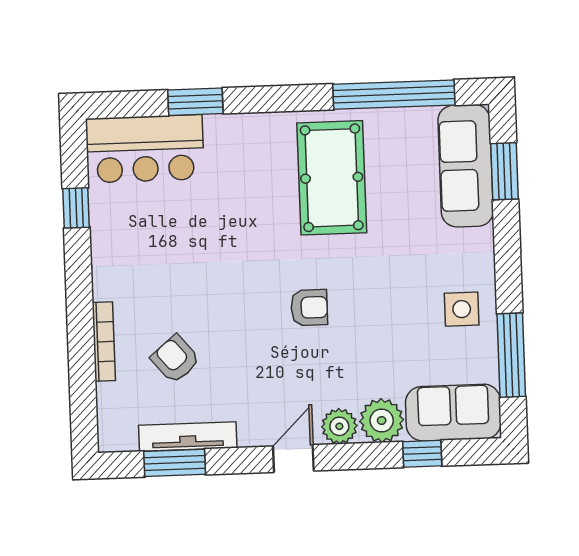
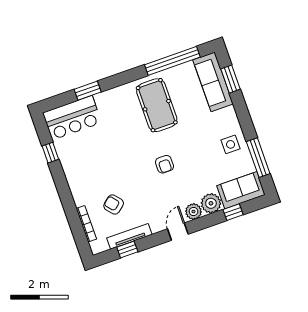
armchair: (309, 308) -> (164, 164), turned 90
bookcase: (104, 342) -> (86, 224), moved
window: (175, 463) -> (127, 249), width x0.67

